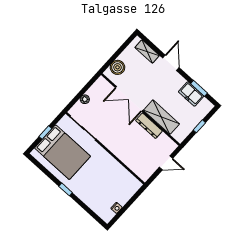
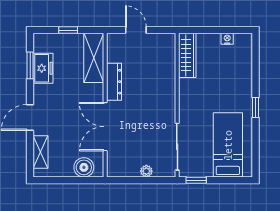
double door: (129, 99) -> (105, 127), swing flipped
shelving: (161, 117) -> (94, 58), moved
window: (45, 133) -> (196, 180), moved
bed: (62, 152) -> (228, 145), width x0.67
wardrobe: (127, 178) -> (187, 55), added

